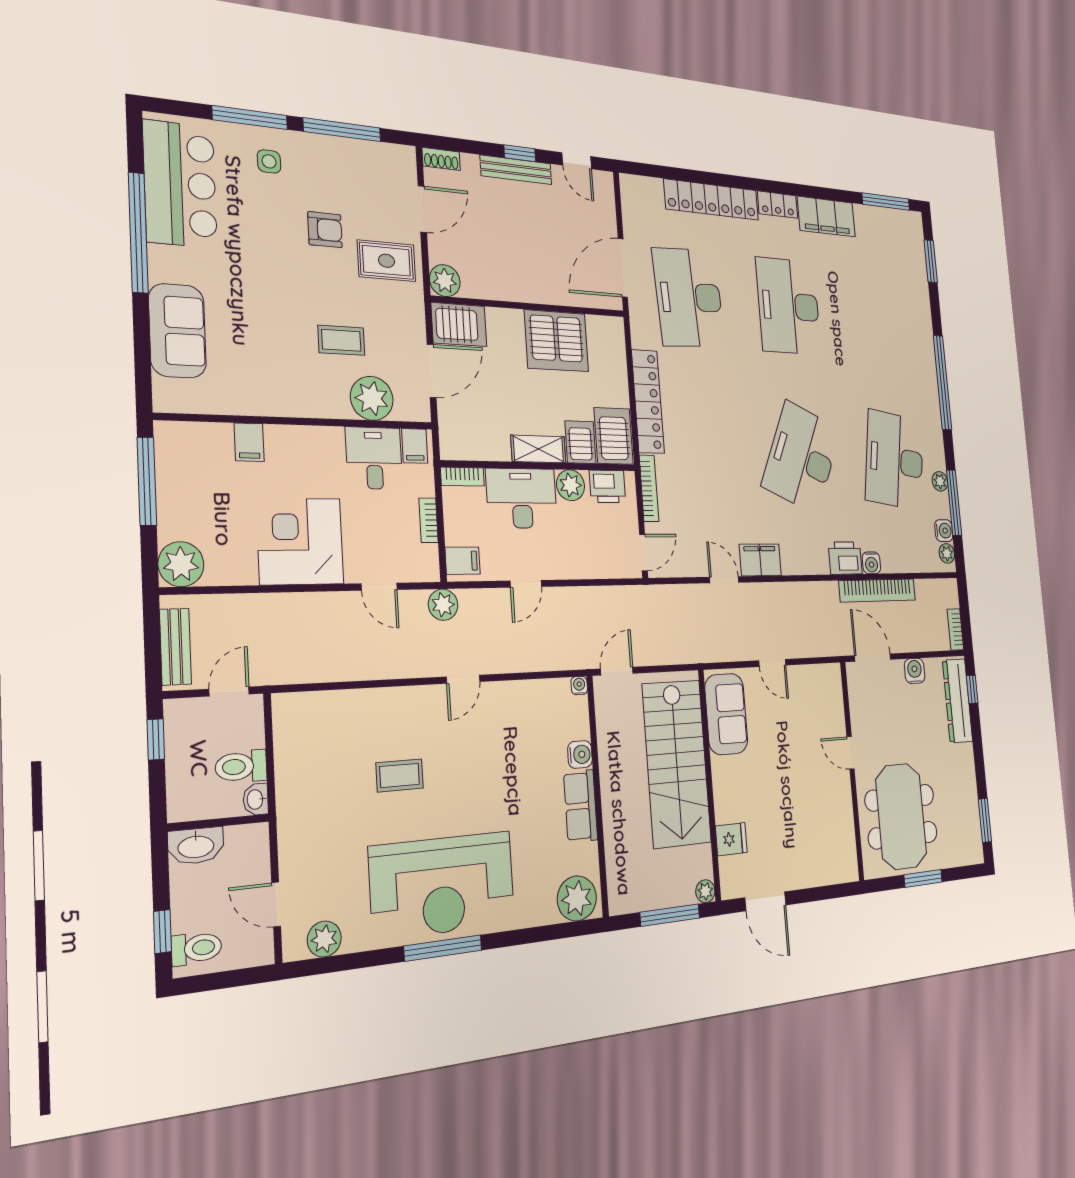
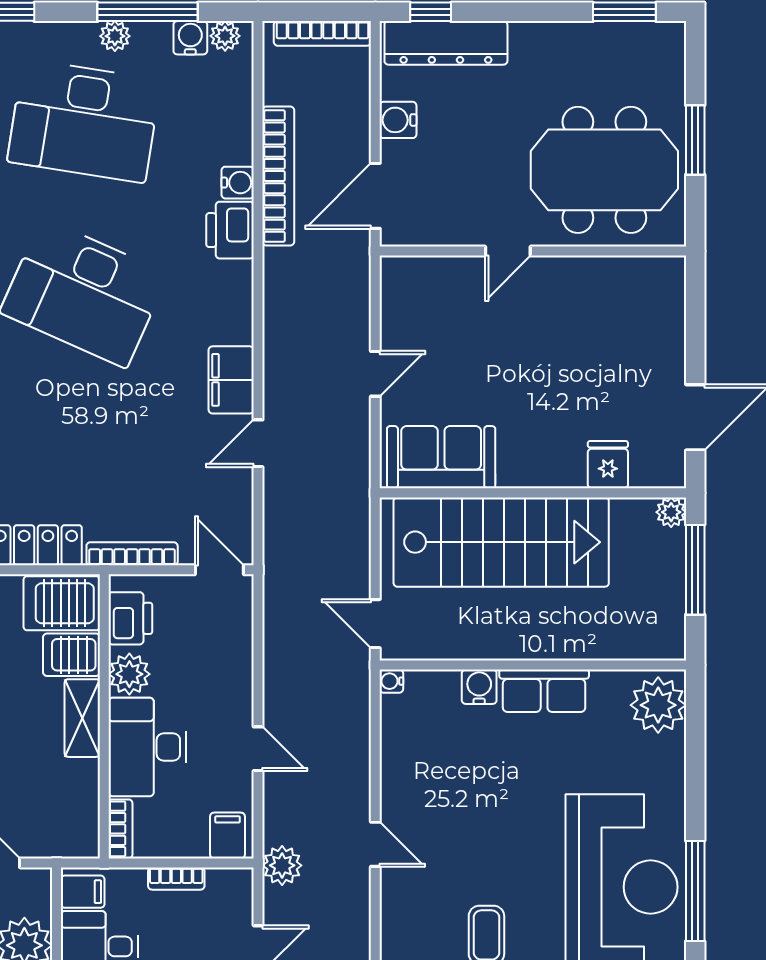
bookcase: (955, 629) -> (322, 33), width x1.56

